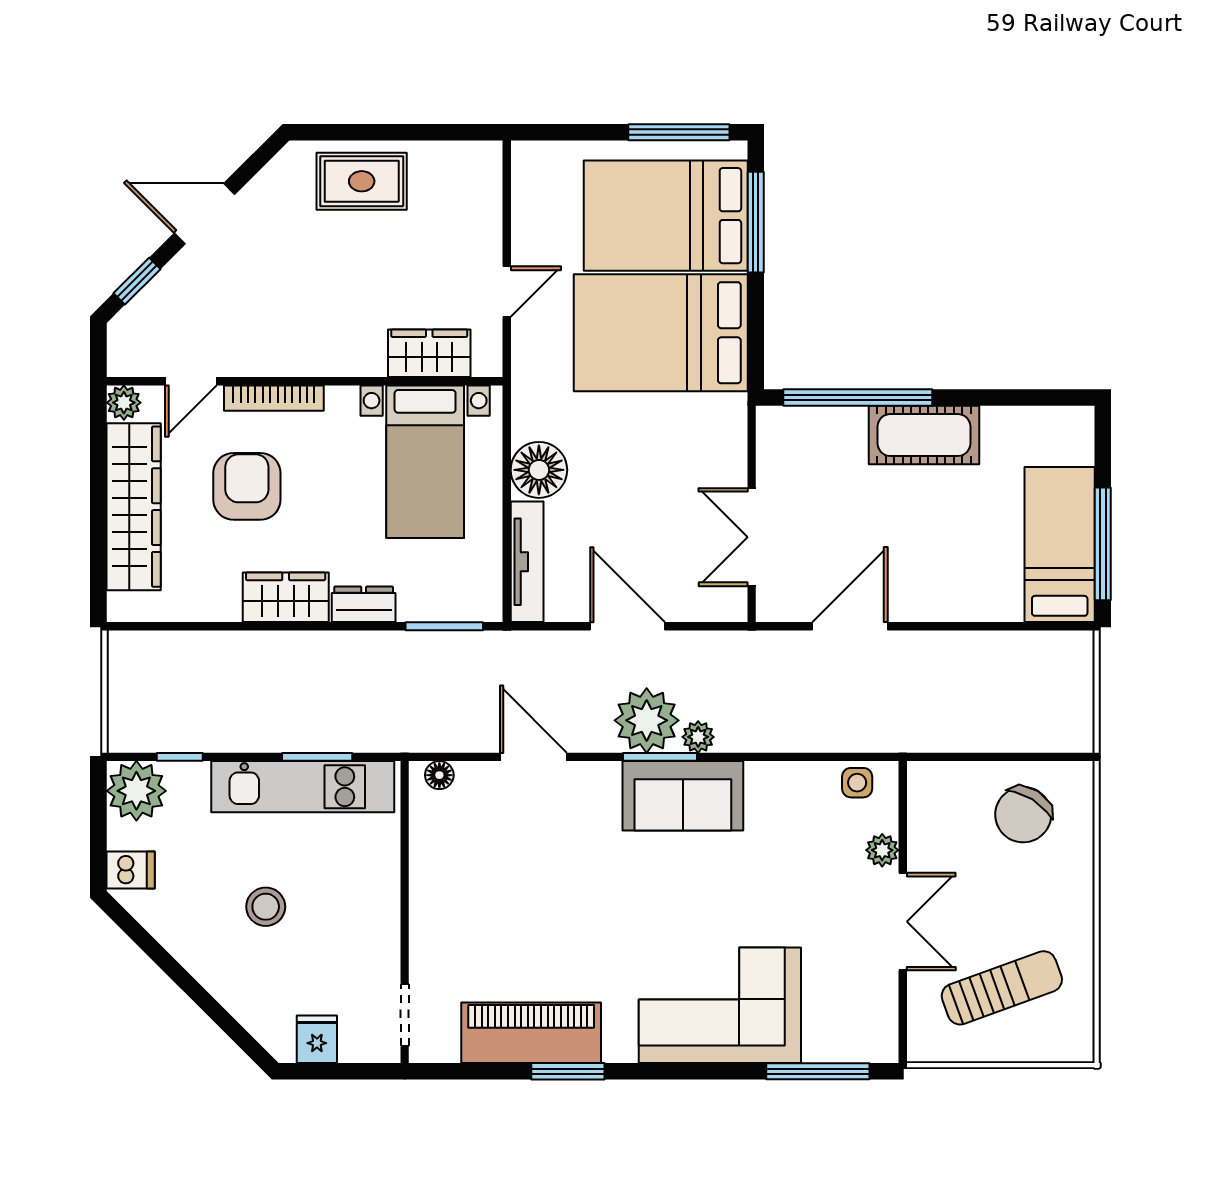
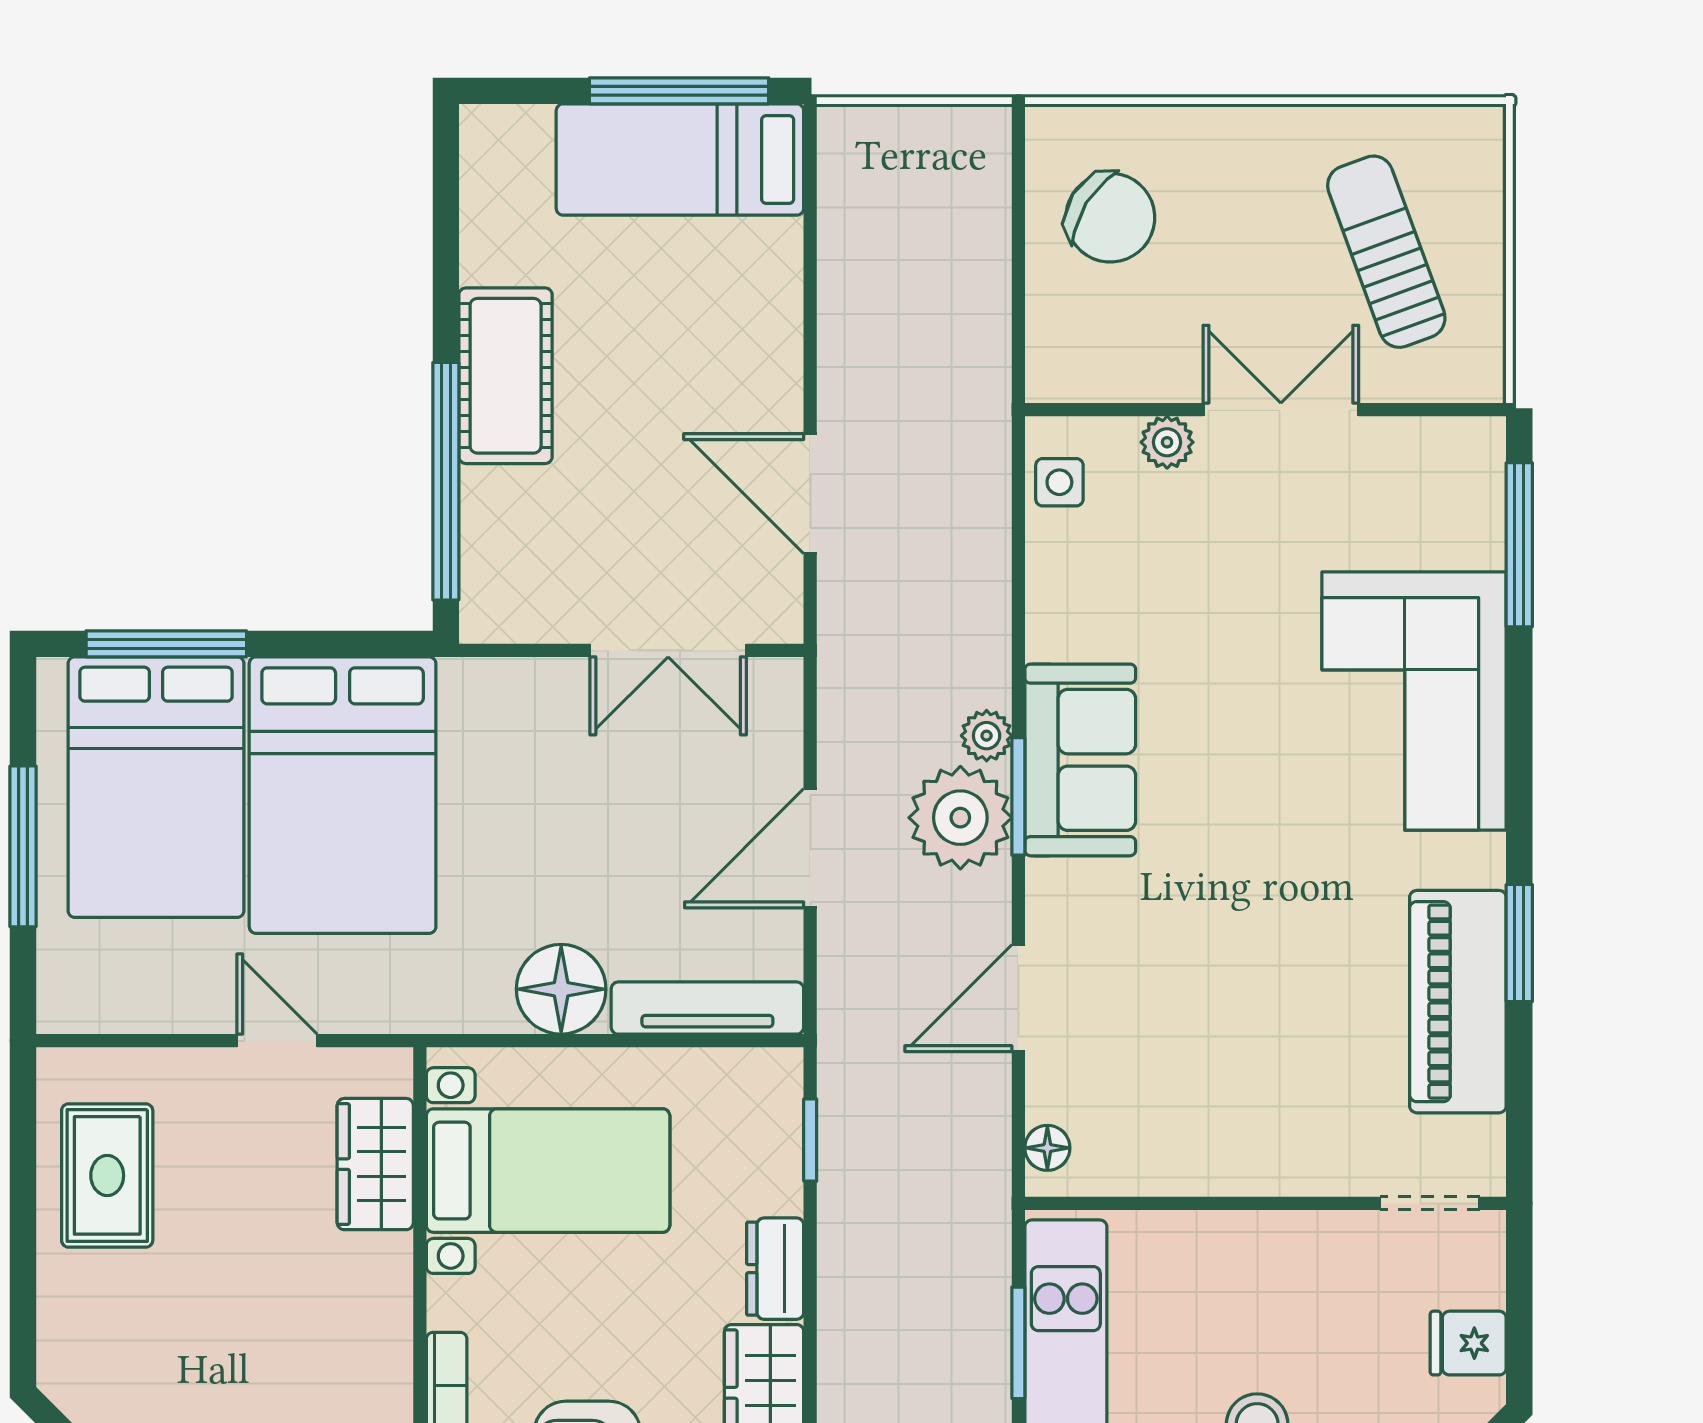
window: (679, 132) -> (23, 846), moved
rug: (362, 181) -> (107, 1175), moved
window: (444, 626) -> (810, 1140), width x0.67

